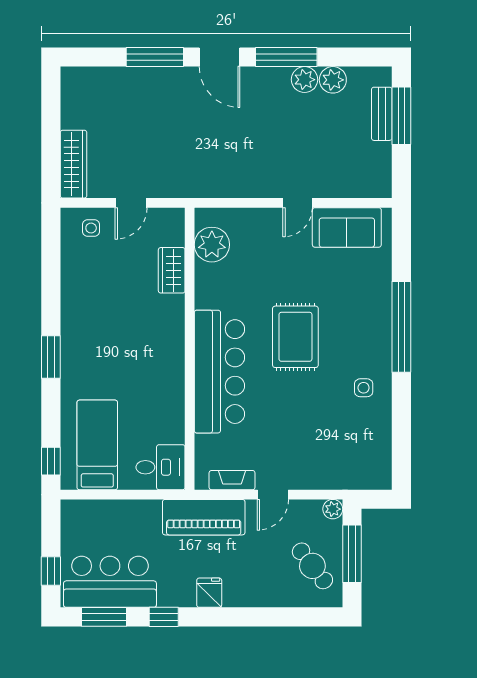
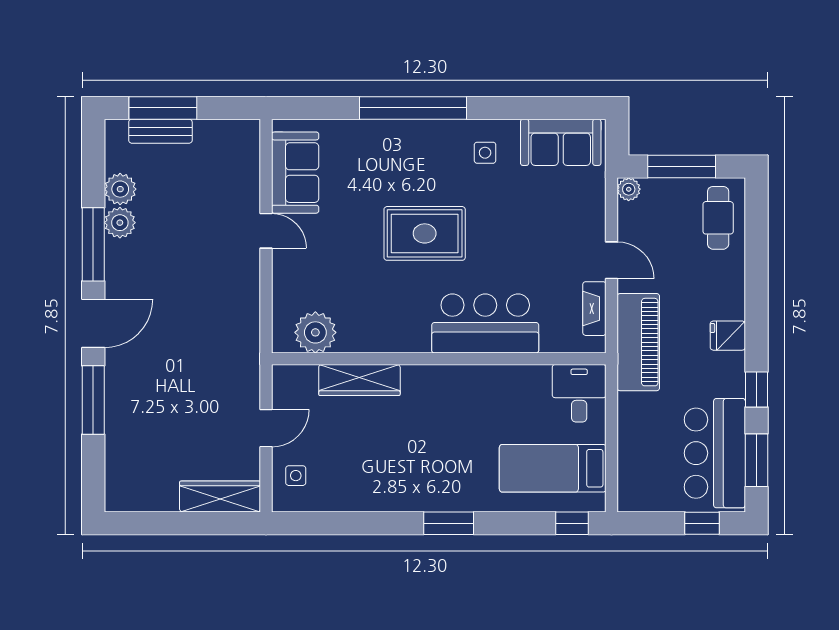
door: (131, 203) -> (266, 428), hinge flipped
wardrobe: (172, 270) -> (359, 380), width x1.50
bar counter: (219, 372) -> (485, 323), width x0.73
sofa: (372, 452) -> (561, 142), added
cafe table: (312, 566) -> (718, 218), moved, turned -52

